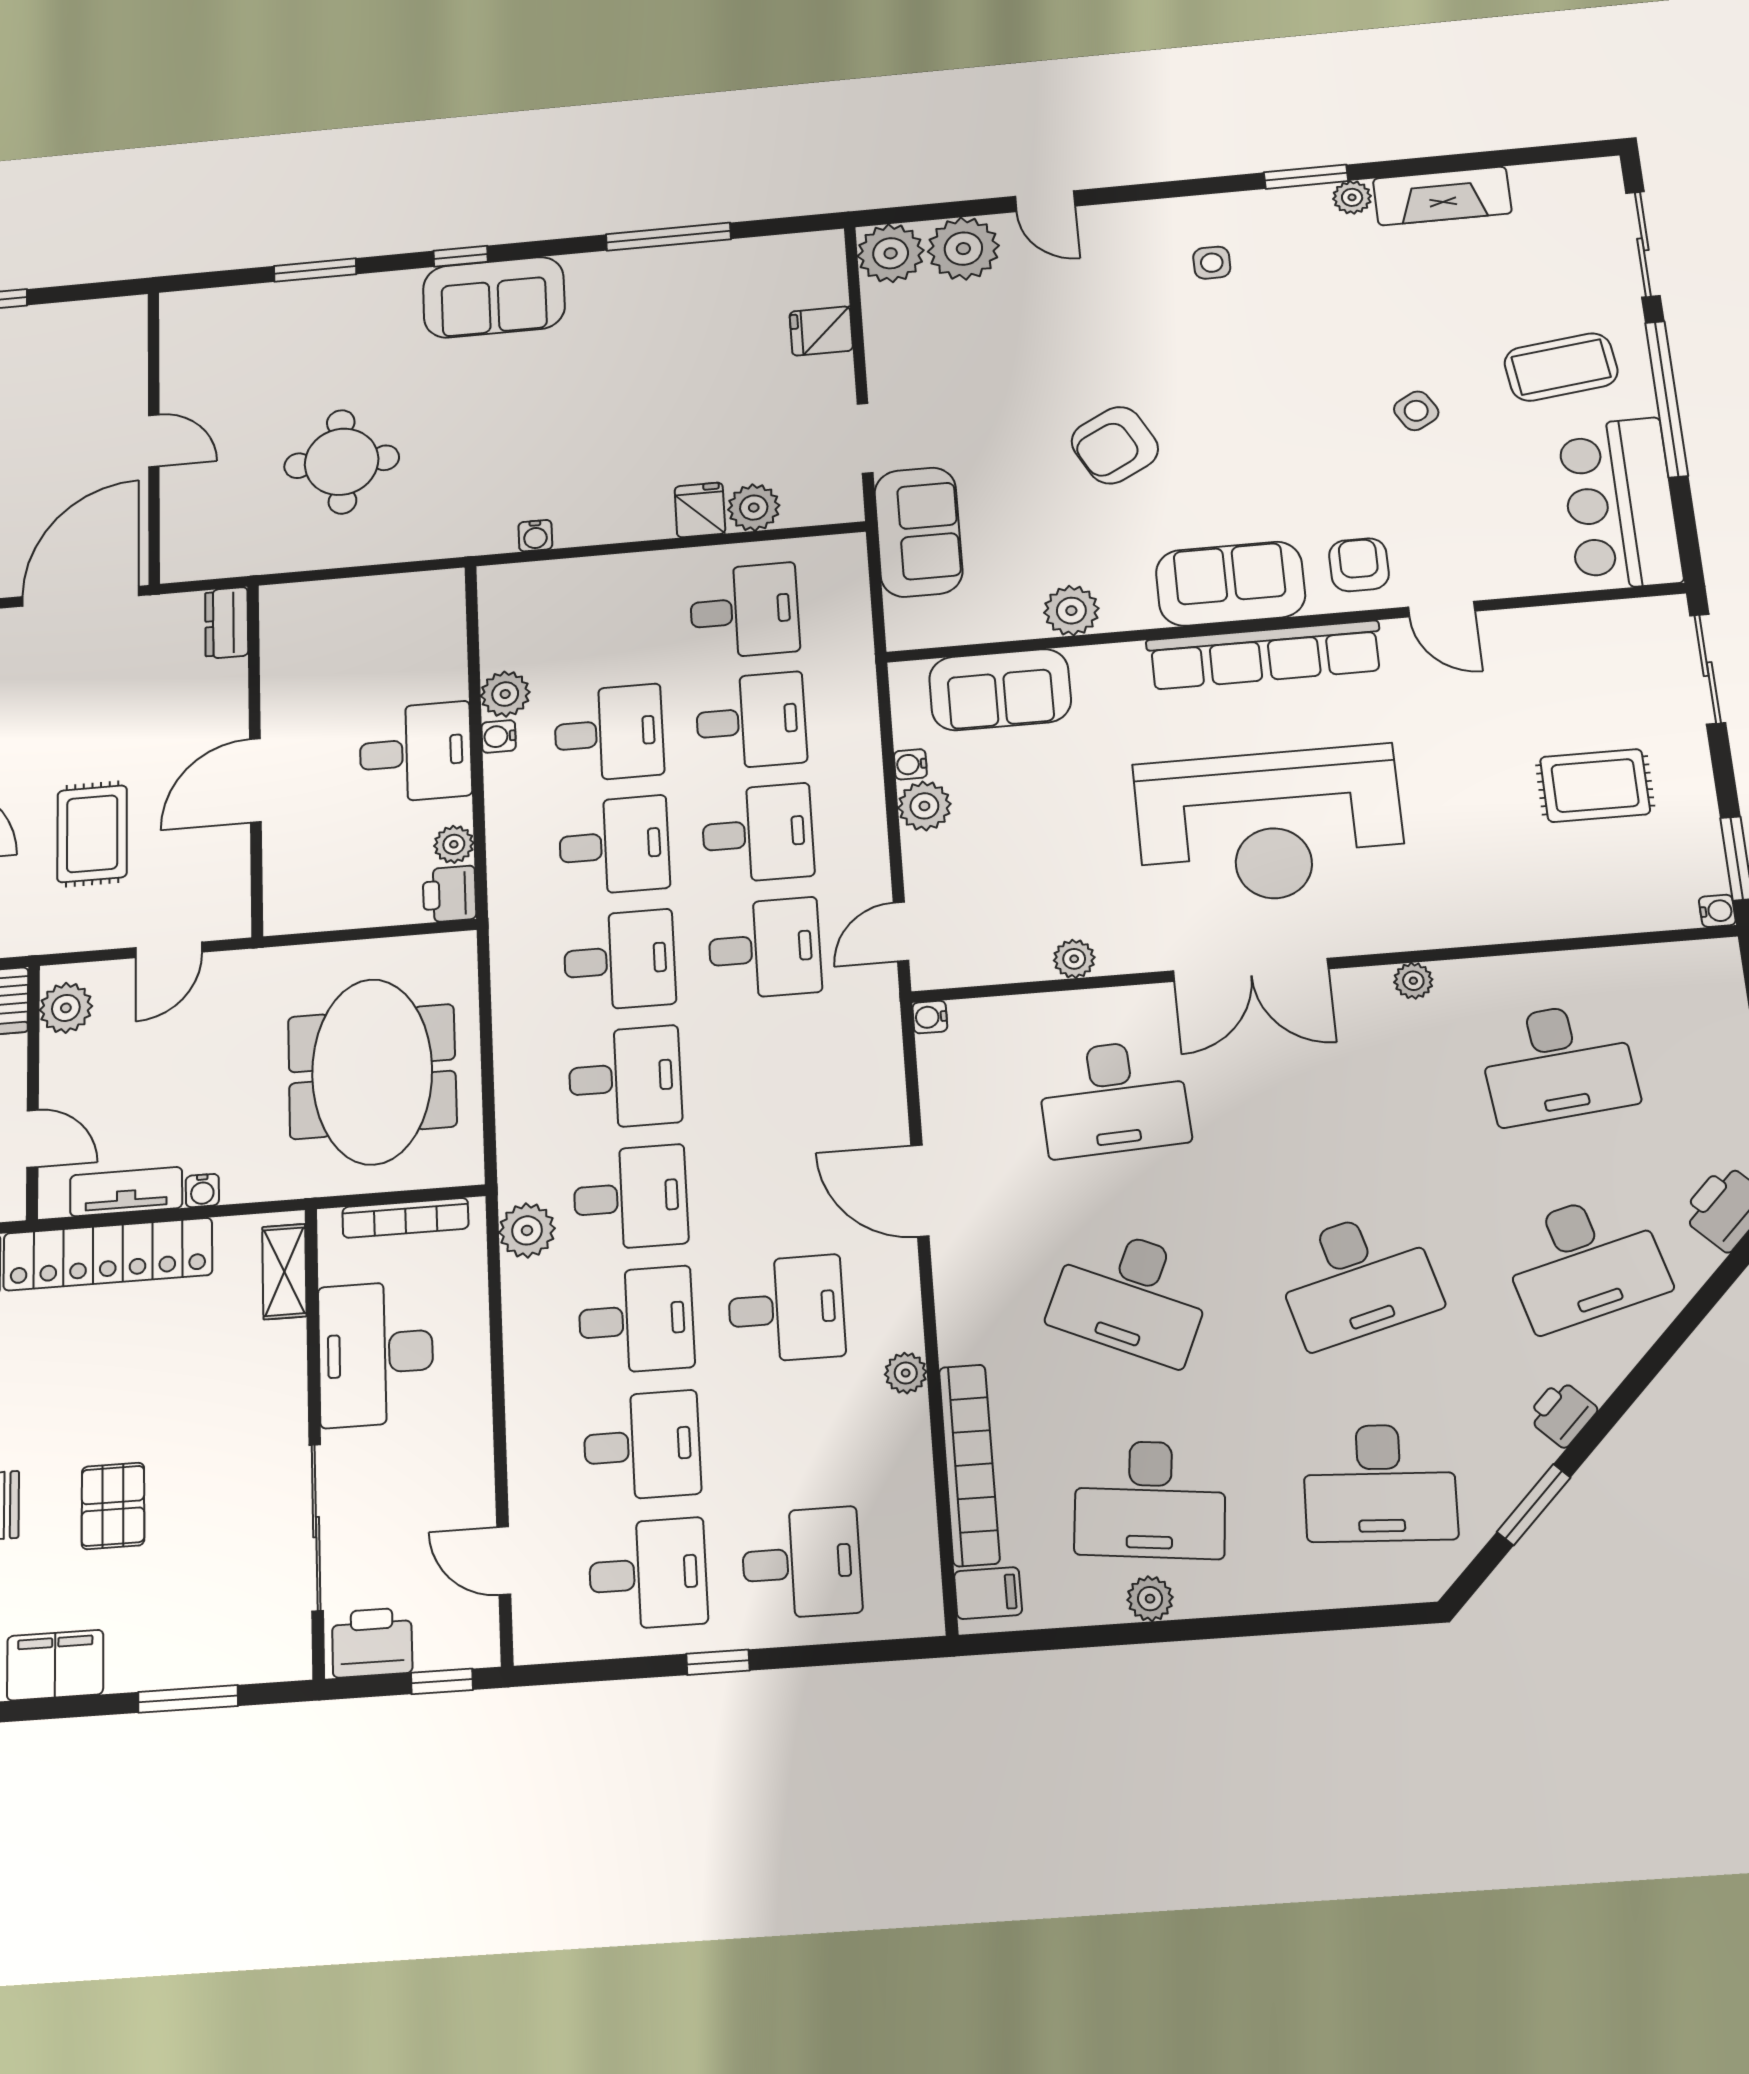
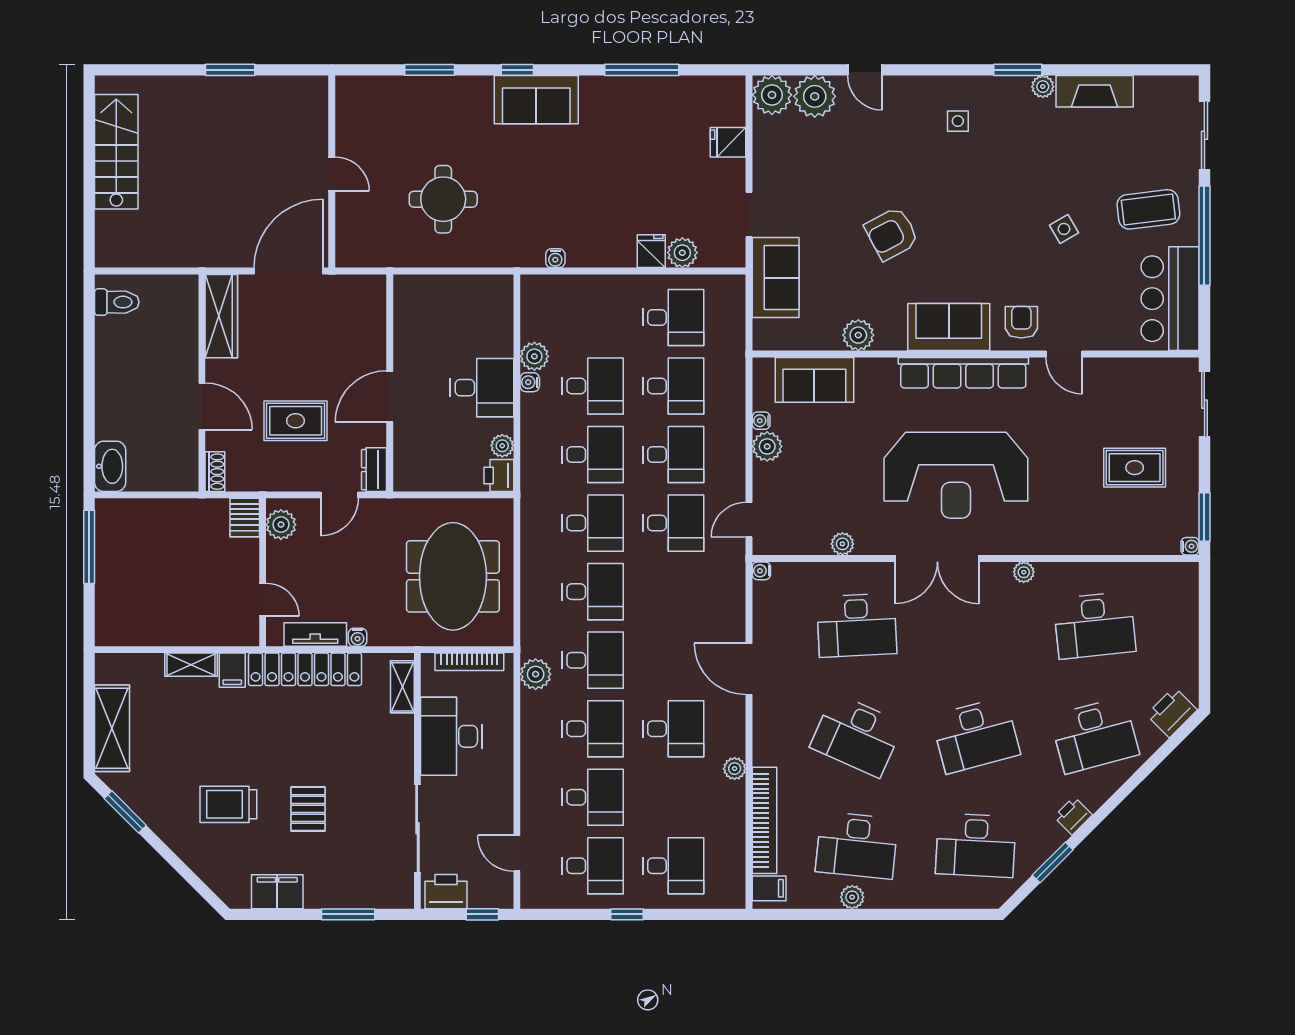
dresser: (227, 623) -> (374, 470), moved
rug: (92, 834) -> (296, 421), turned 90

